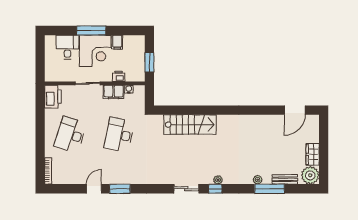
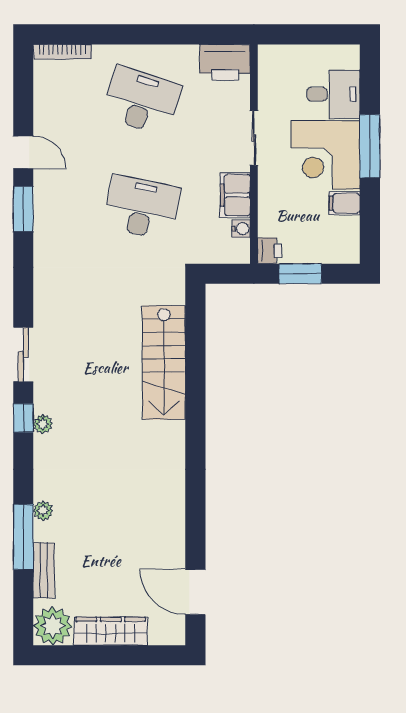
printer: (119, 76) -> (269, 251), moved
wardrobe: (313, 154) -> (111, 631), width x1.50

